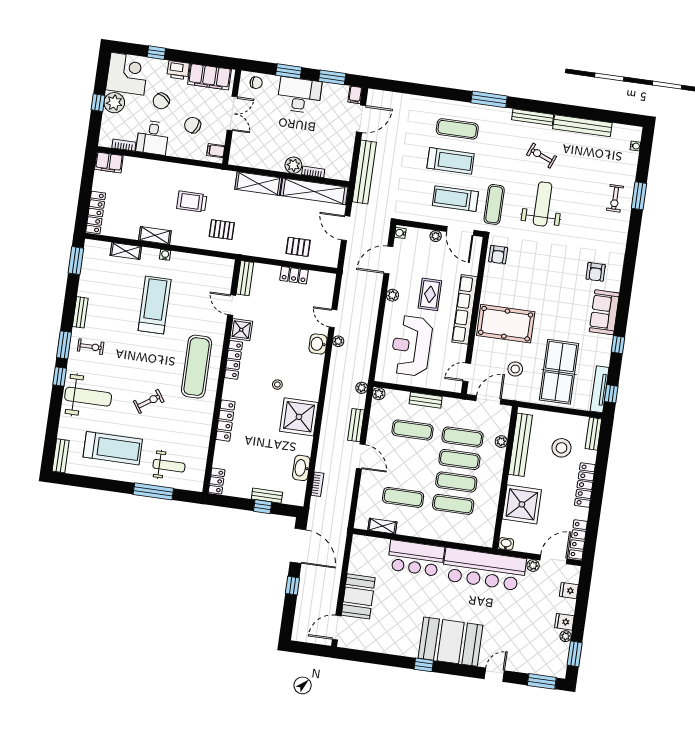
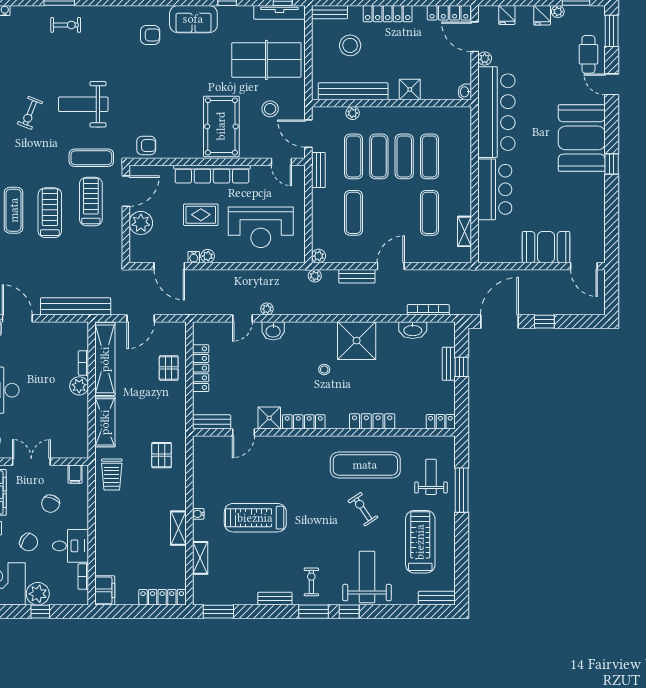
treadmill: (455, 199) -> (91, 202), turned 180
trolley: (192, 202) -> (112, 474), moved
water cooler: (400, 233) -> (194, 257), moved
plant: (436, 236) -> (141, 223), width x1.88, depth x1.88
locker: (294, 275) -> (201, 368), width x1.53
exercise mat: (197, 367) -> (365, 465), moved
bench: (426, 400) -> (318, 170), moved
bookcase: (317, 484) -> (428, 310), width x1.56
shower: (522, 504) -> (410, 89), width x0.54, depth x0.54
cafe table: (524, 658) -> (588, 54), added

